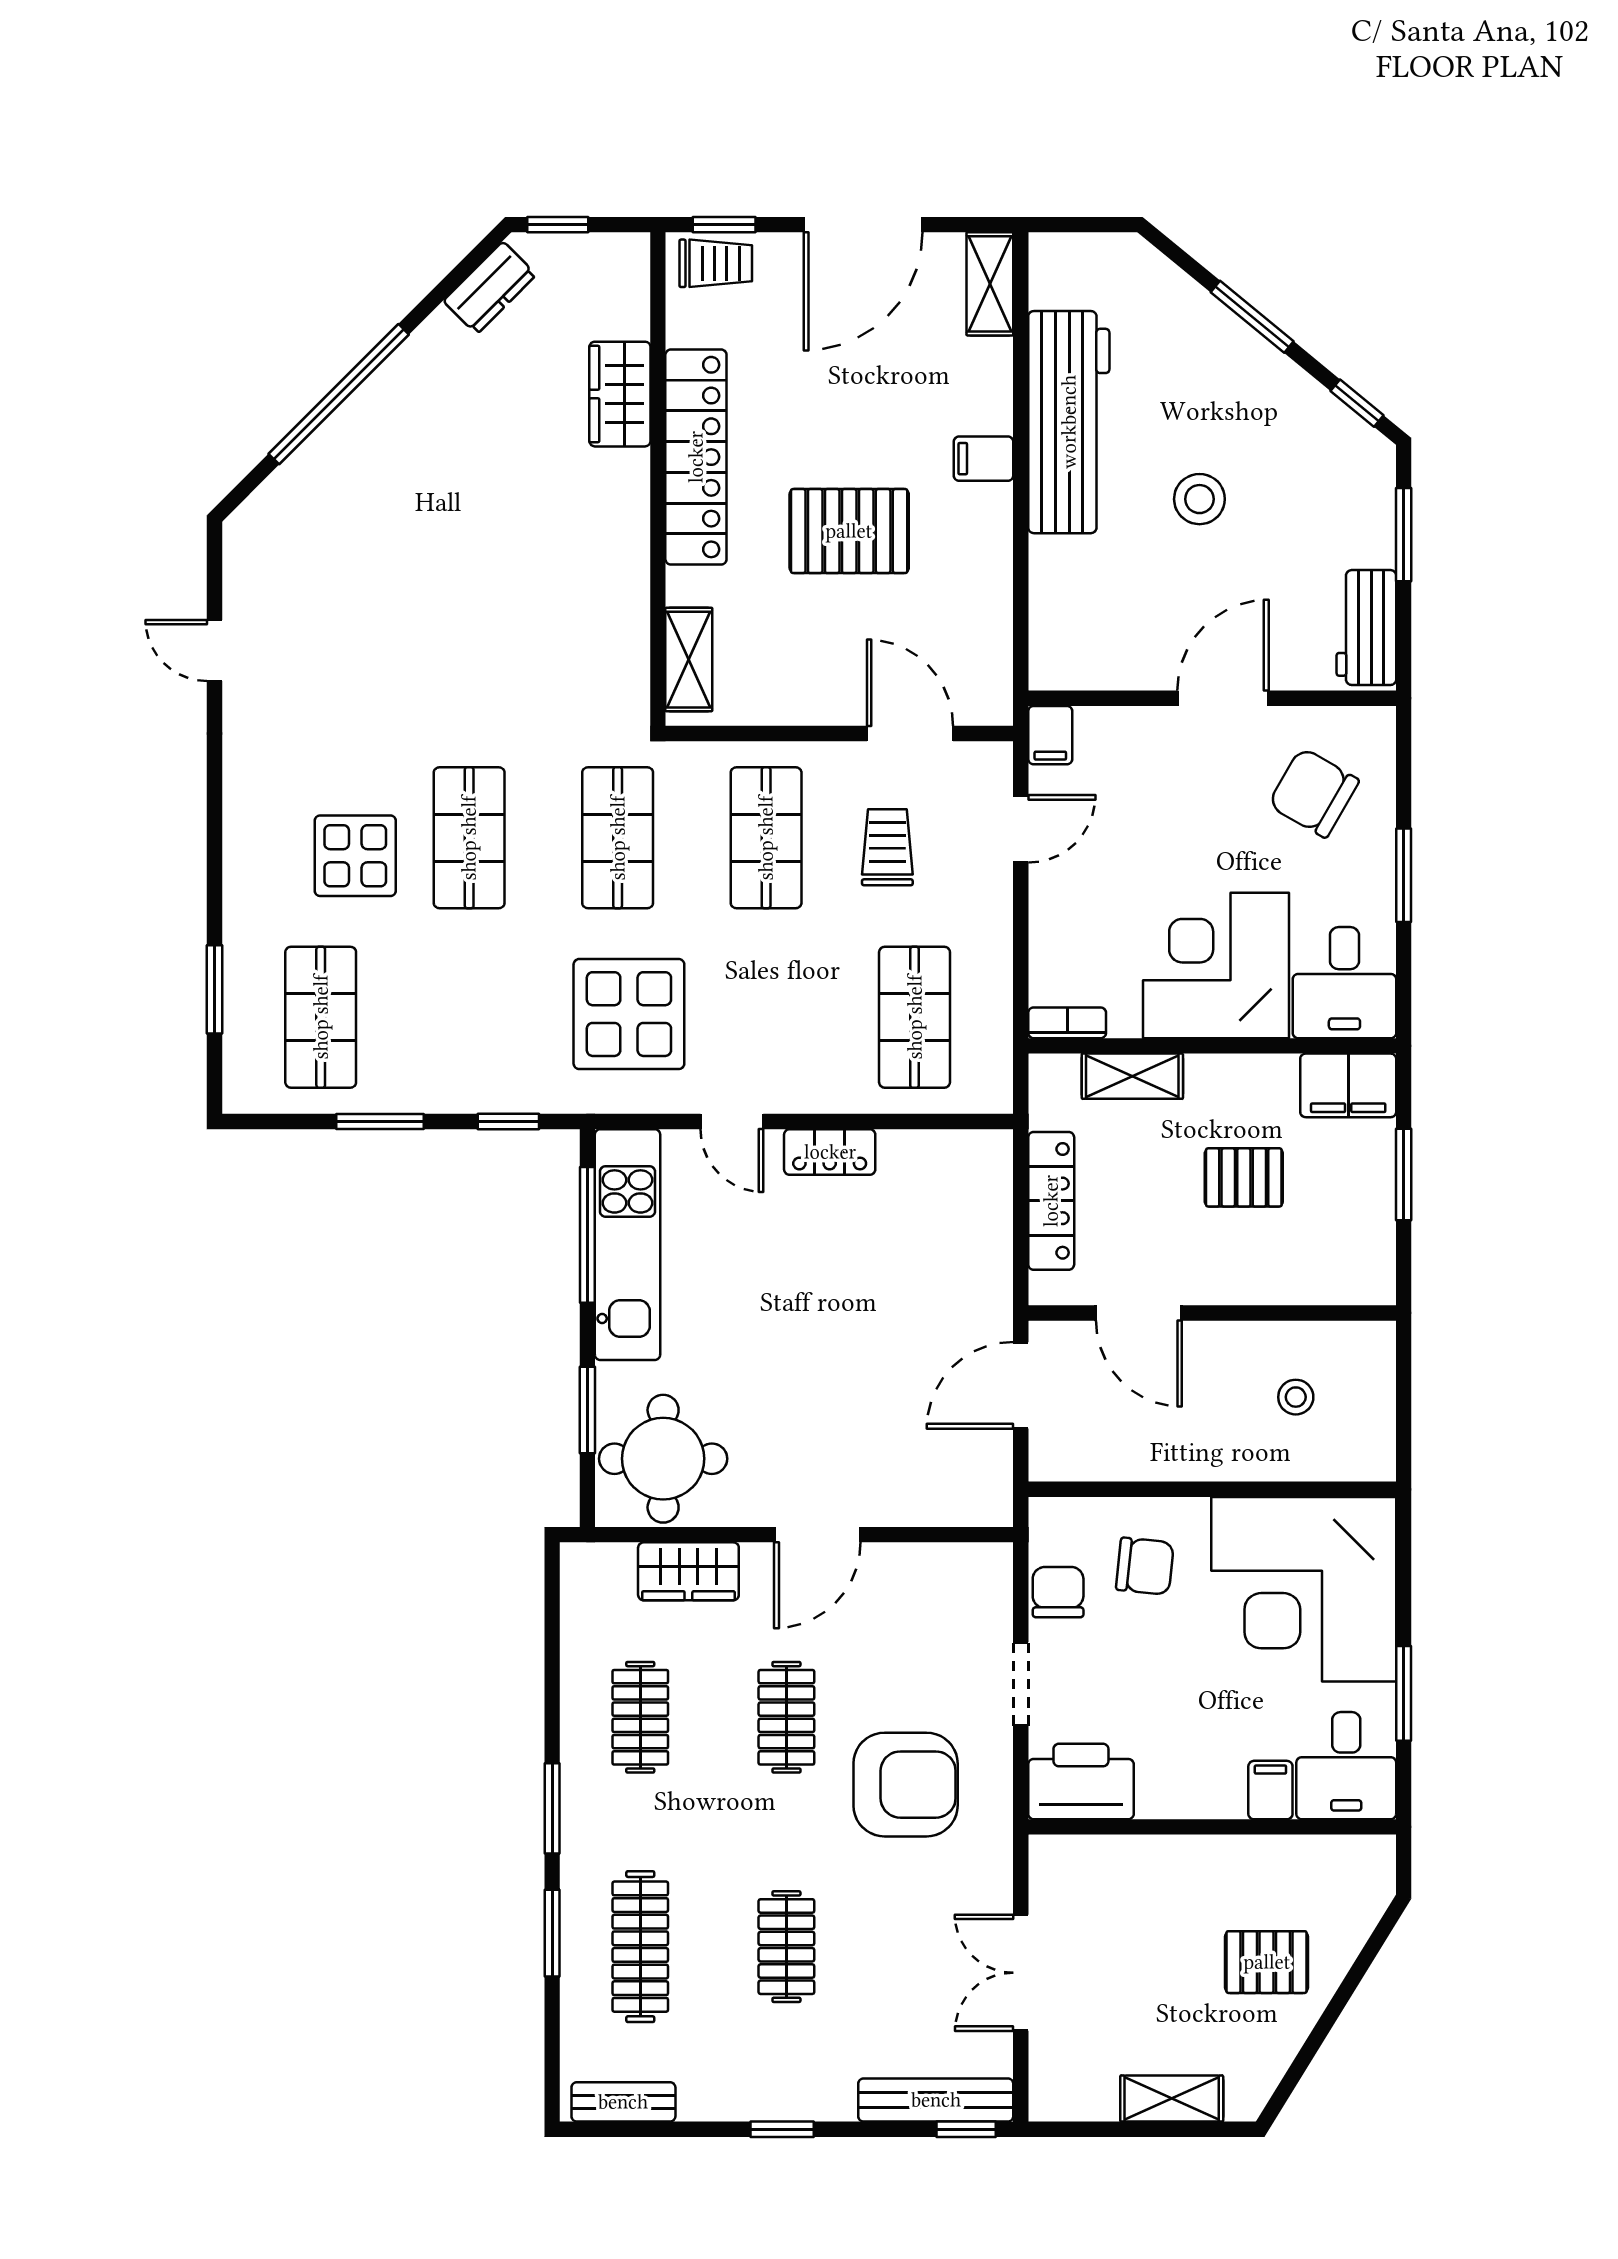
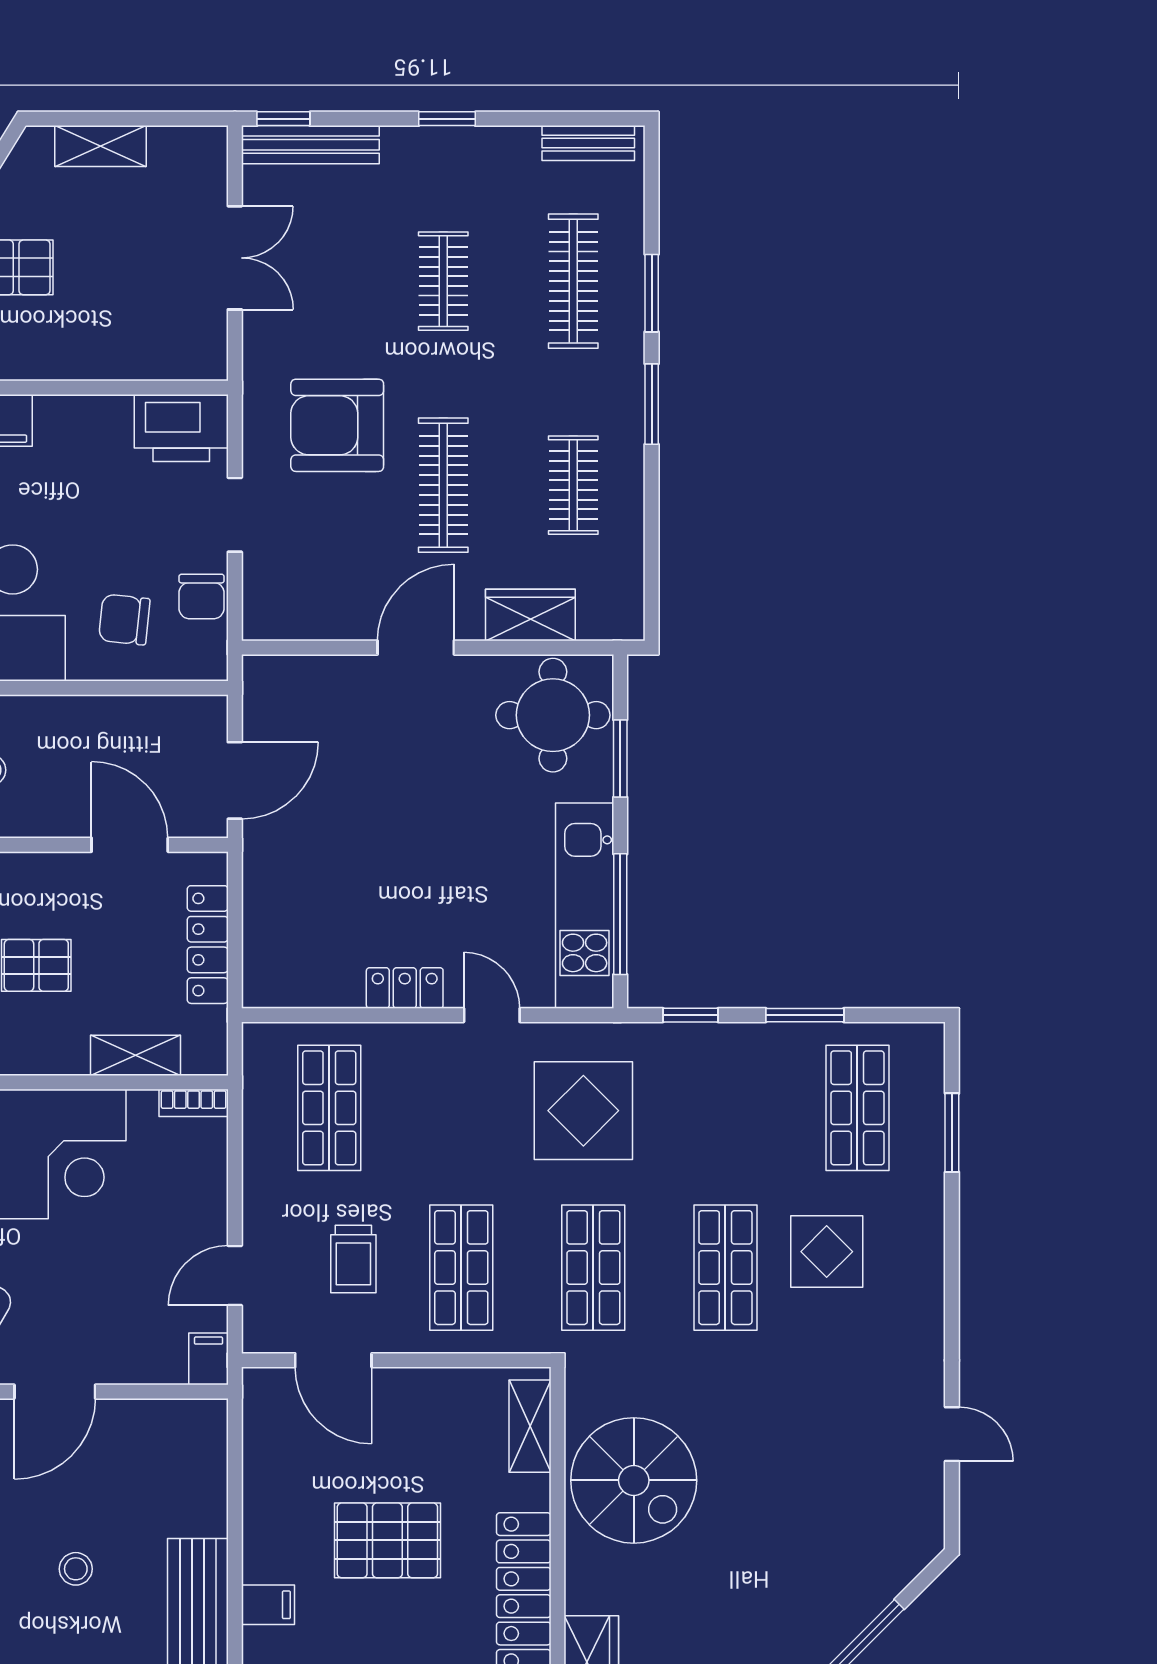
stool: (1199, 499) -> (76, 1569), width x0.73, depth x0.73
spiral stairs: (572, 598) -> (634, 1480), added
clothes rail: (786, 1717) -> (443, 485), width x1.36

